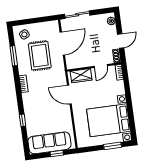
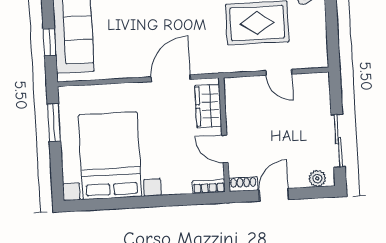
sliding door: (77, 15) -> (338, 141), moved
door: (121, 41) -> (274, 195), swing flipped
door: (62, 43) -> (279, 72), width x0.53
window: (112, 146) -> (54, 123), moved

